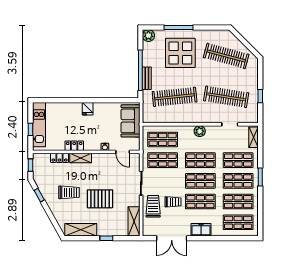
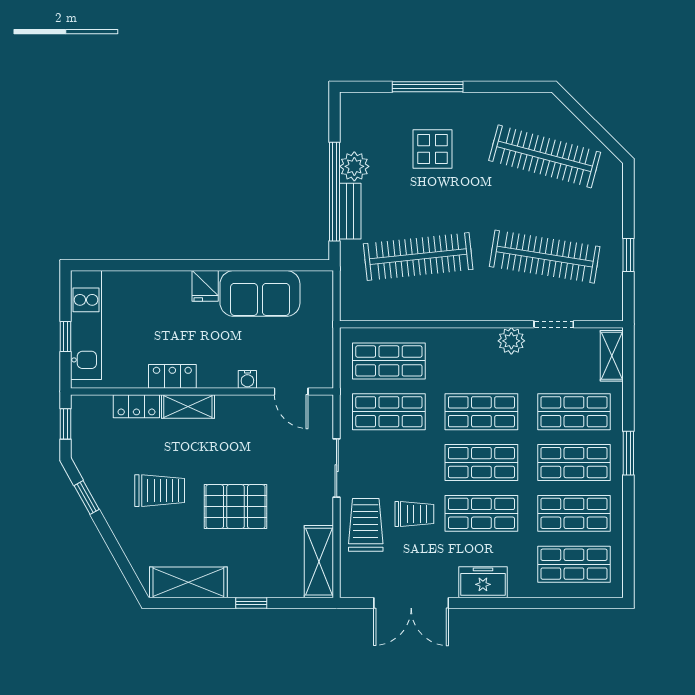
plant: (148, 36) -> (354, 166), moved
display table: (180, 53) -> (432, 149), width x0.54, depth x0.54
sofa: (131, 121) -> (260, 293), moved, turned -90
plant: (200, 131) -> (511, 341), moved

